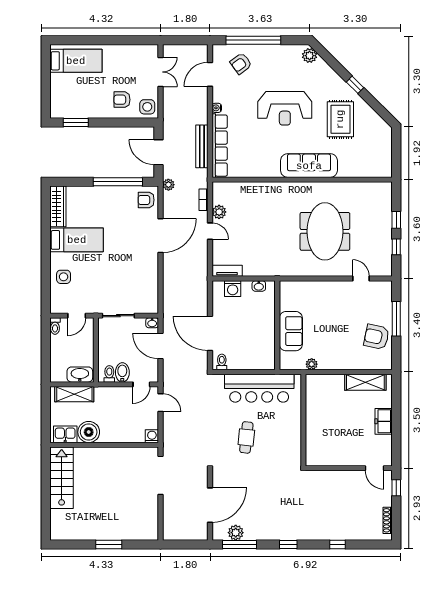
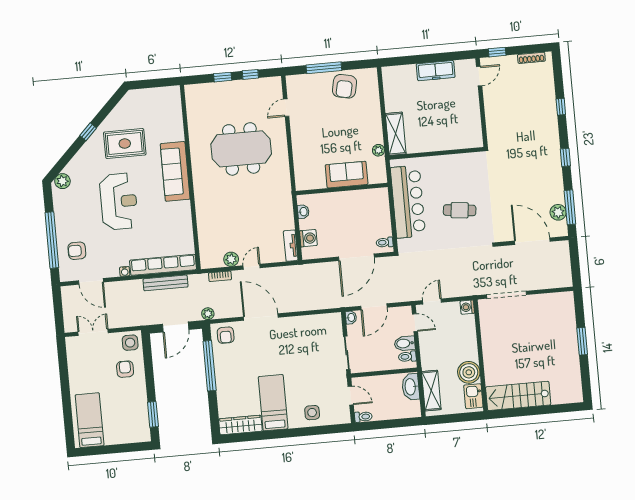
armchair: (241, 63) -> (77, 251), turned 126
armchair: (122, 100) -> (125, 369), turned 180
shelving: (365, 382) -> (396, 134), moved
freezer: (384, 421) -> (436, 71), width x1.40

